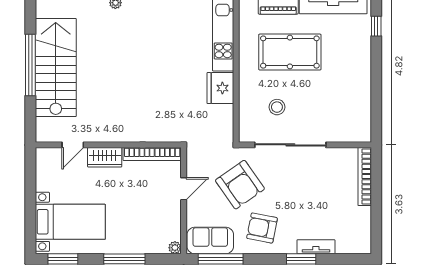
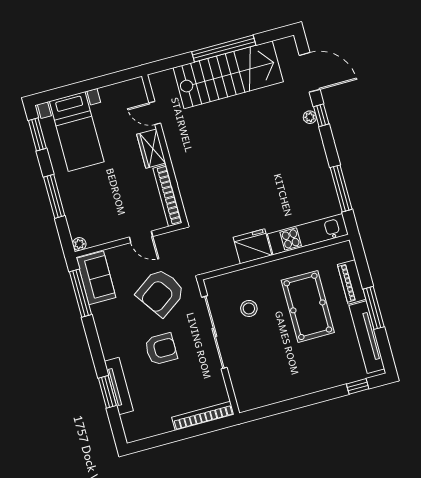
armchair: (262, 228) -> (161, 349), moved, turned 79
tv unit: (316, 247) -> (119, 386), width x1.41
window: (301, 259) -> (107, 392), moved

